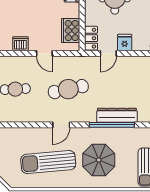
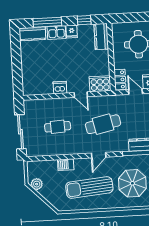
cooker: (71, 31) -> (100, 84), moved, turned 90
door: (108, 53) -> (136, 92), swing flipped
barbecue: (22, 134) -> (66, 165), added

